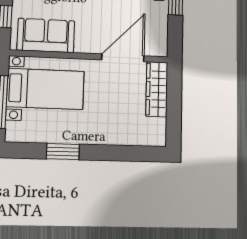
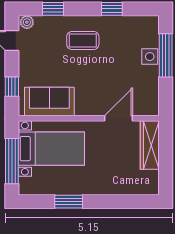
door: (123, 58) -> (118, 118), width x0.73

